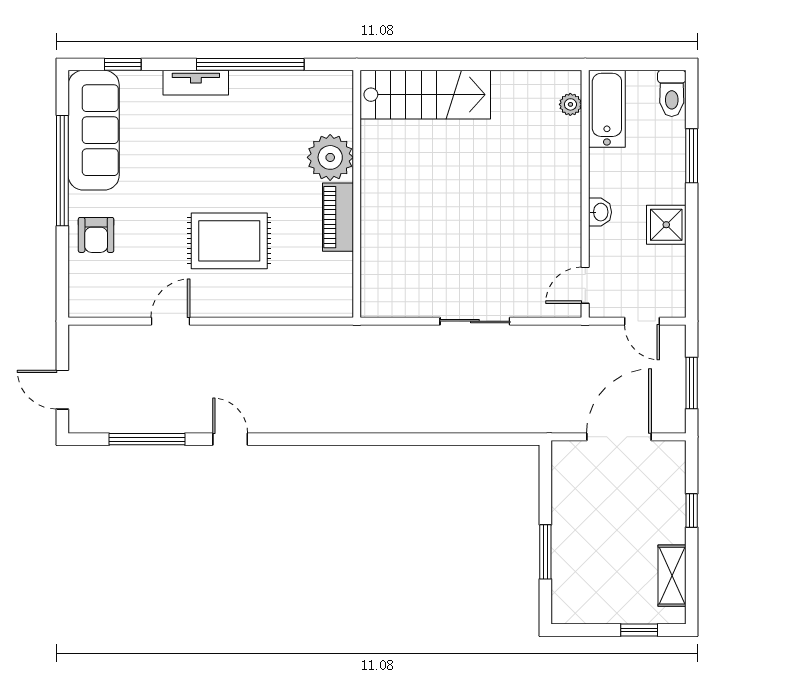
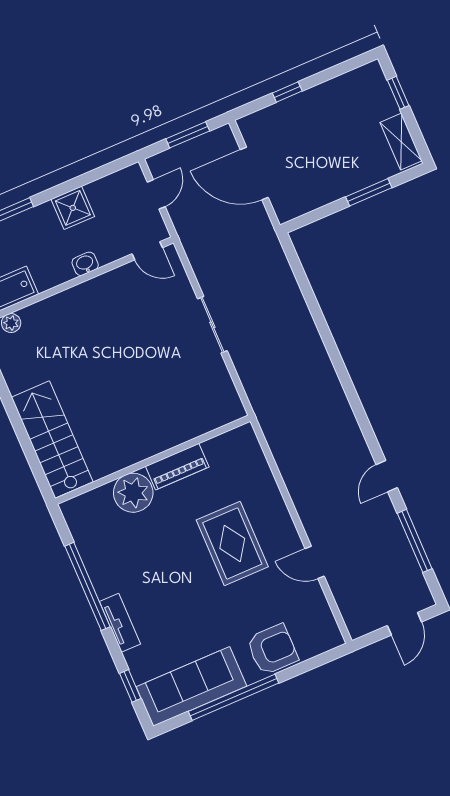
armchair: (96, 235) -> (272, 649), width x1.38, depth x1.38
shelving: (672, 576) -> (401, 142), moved, turned 90

